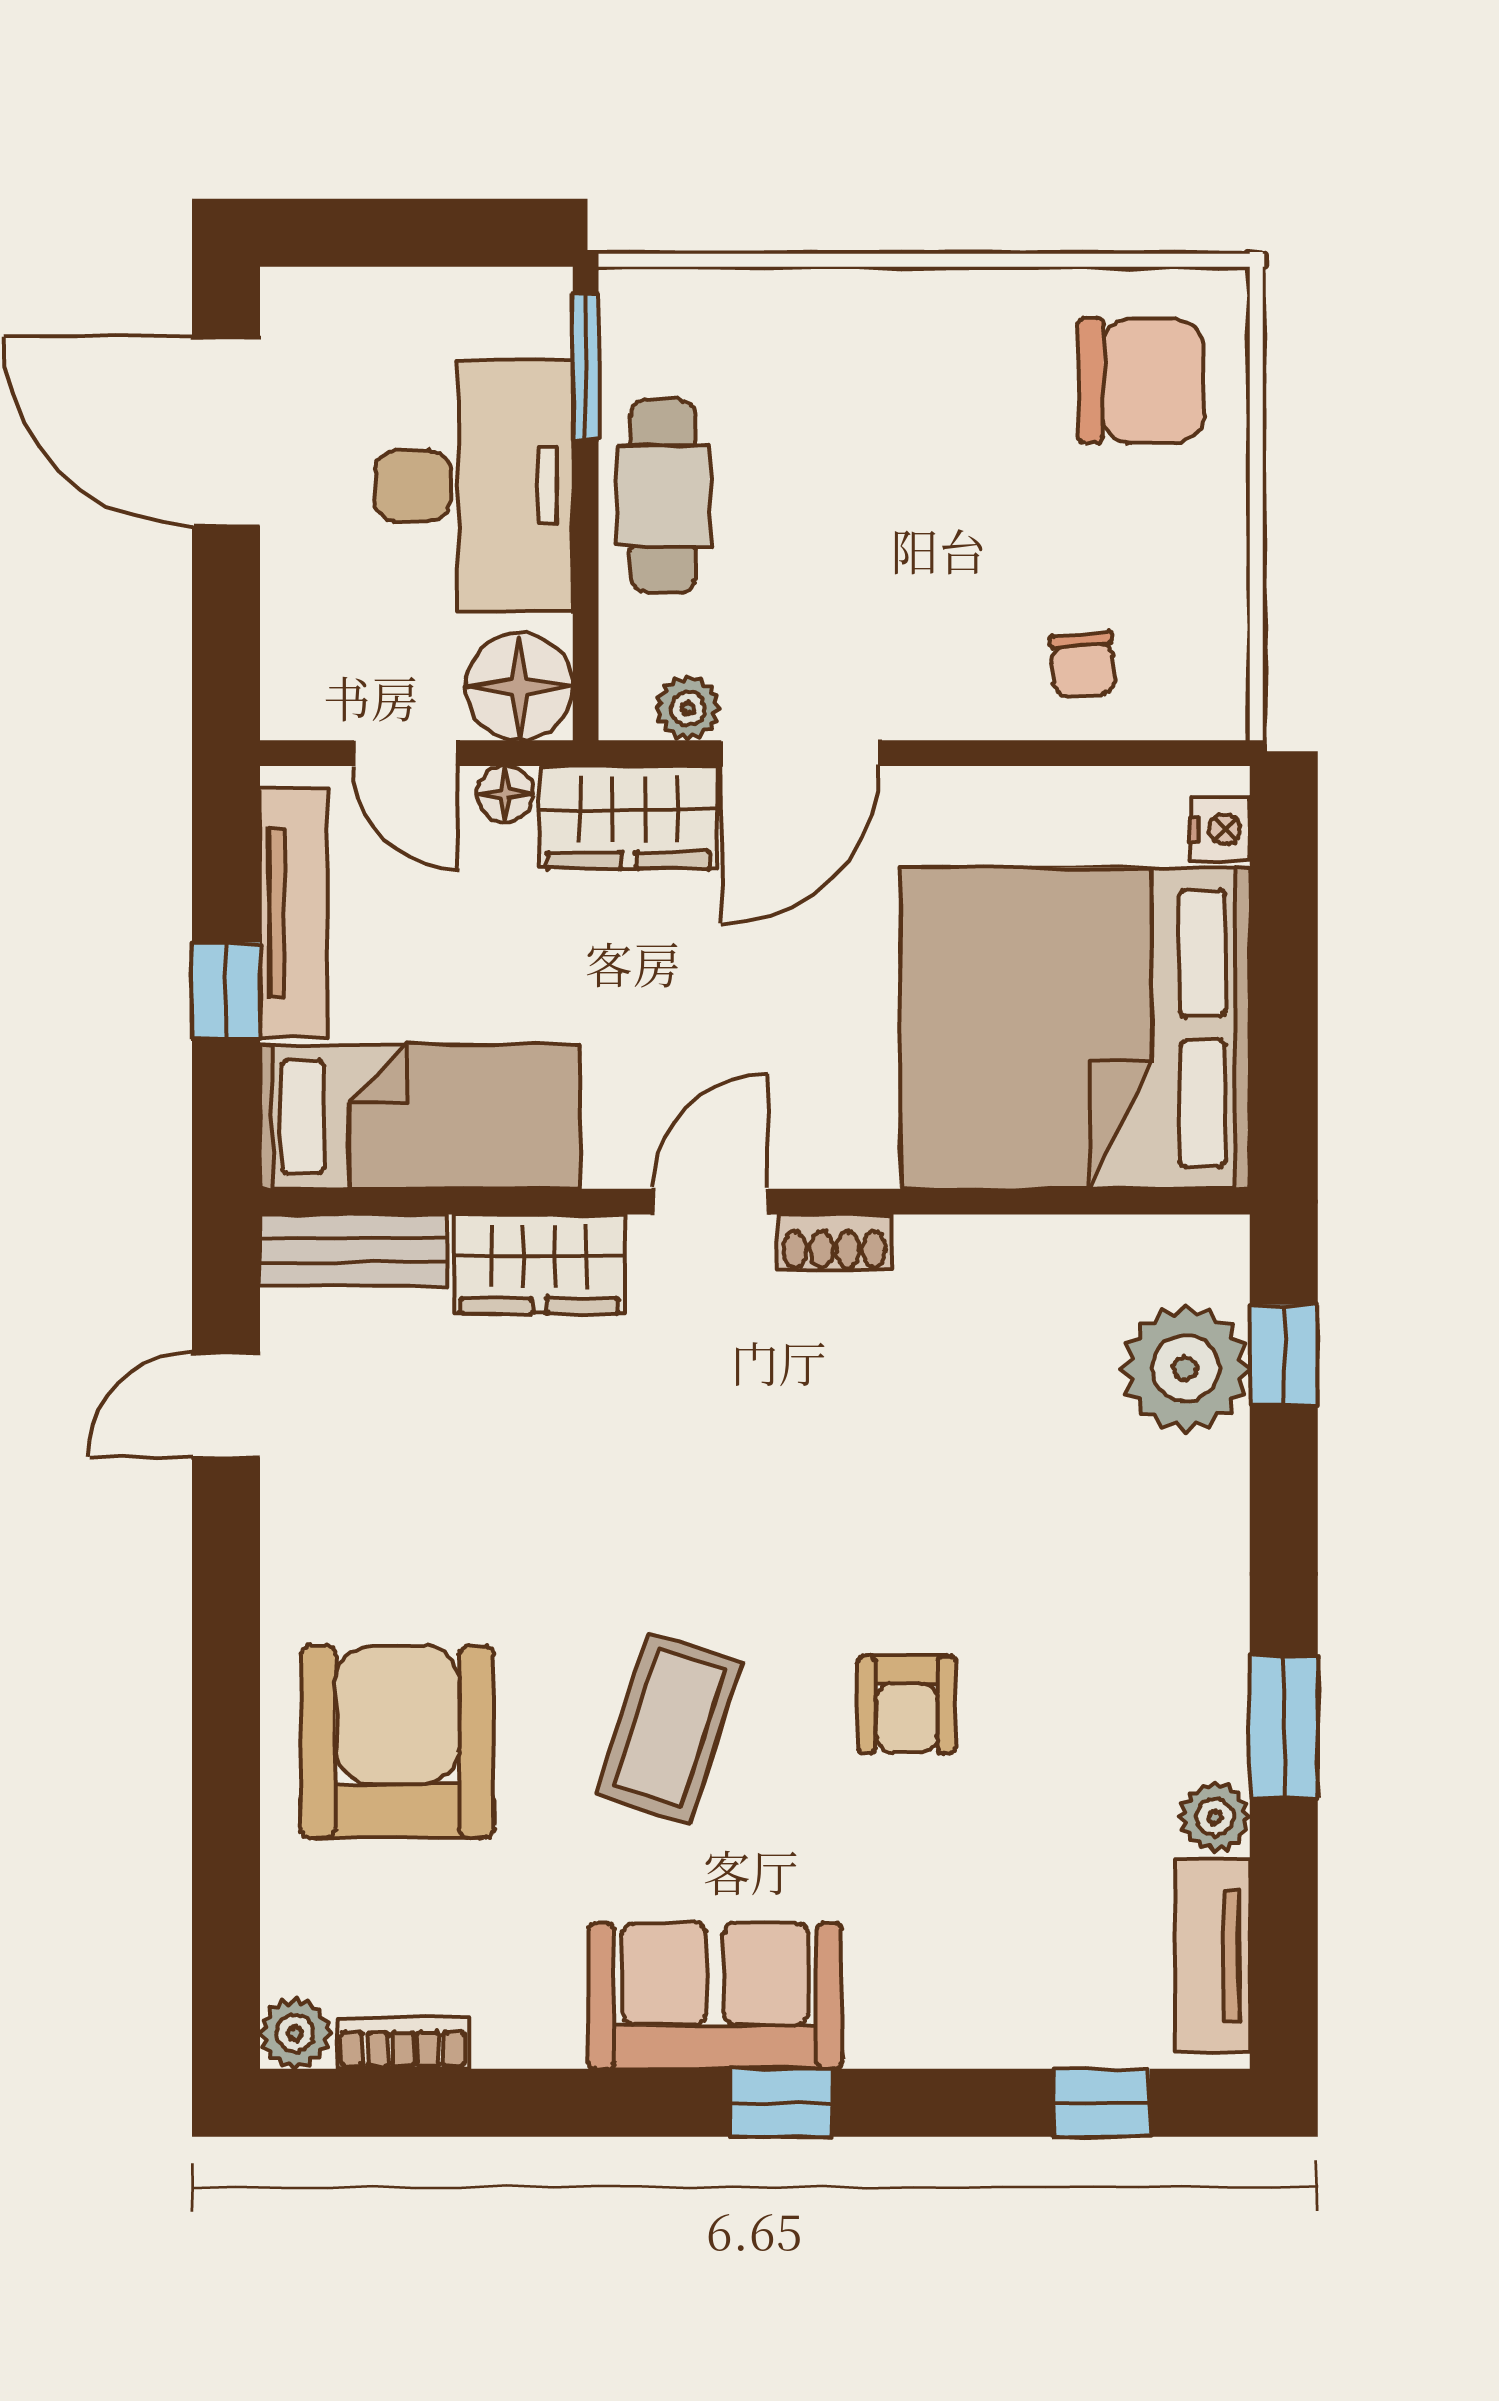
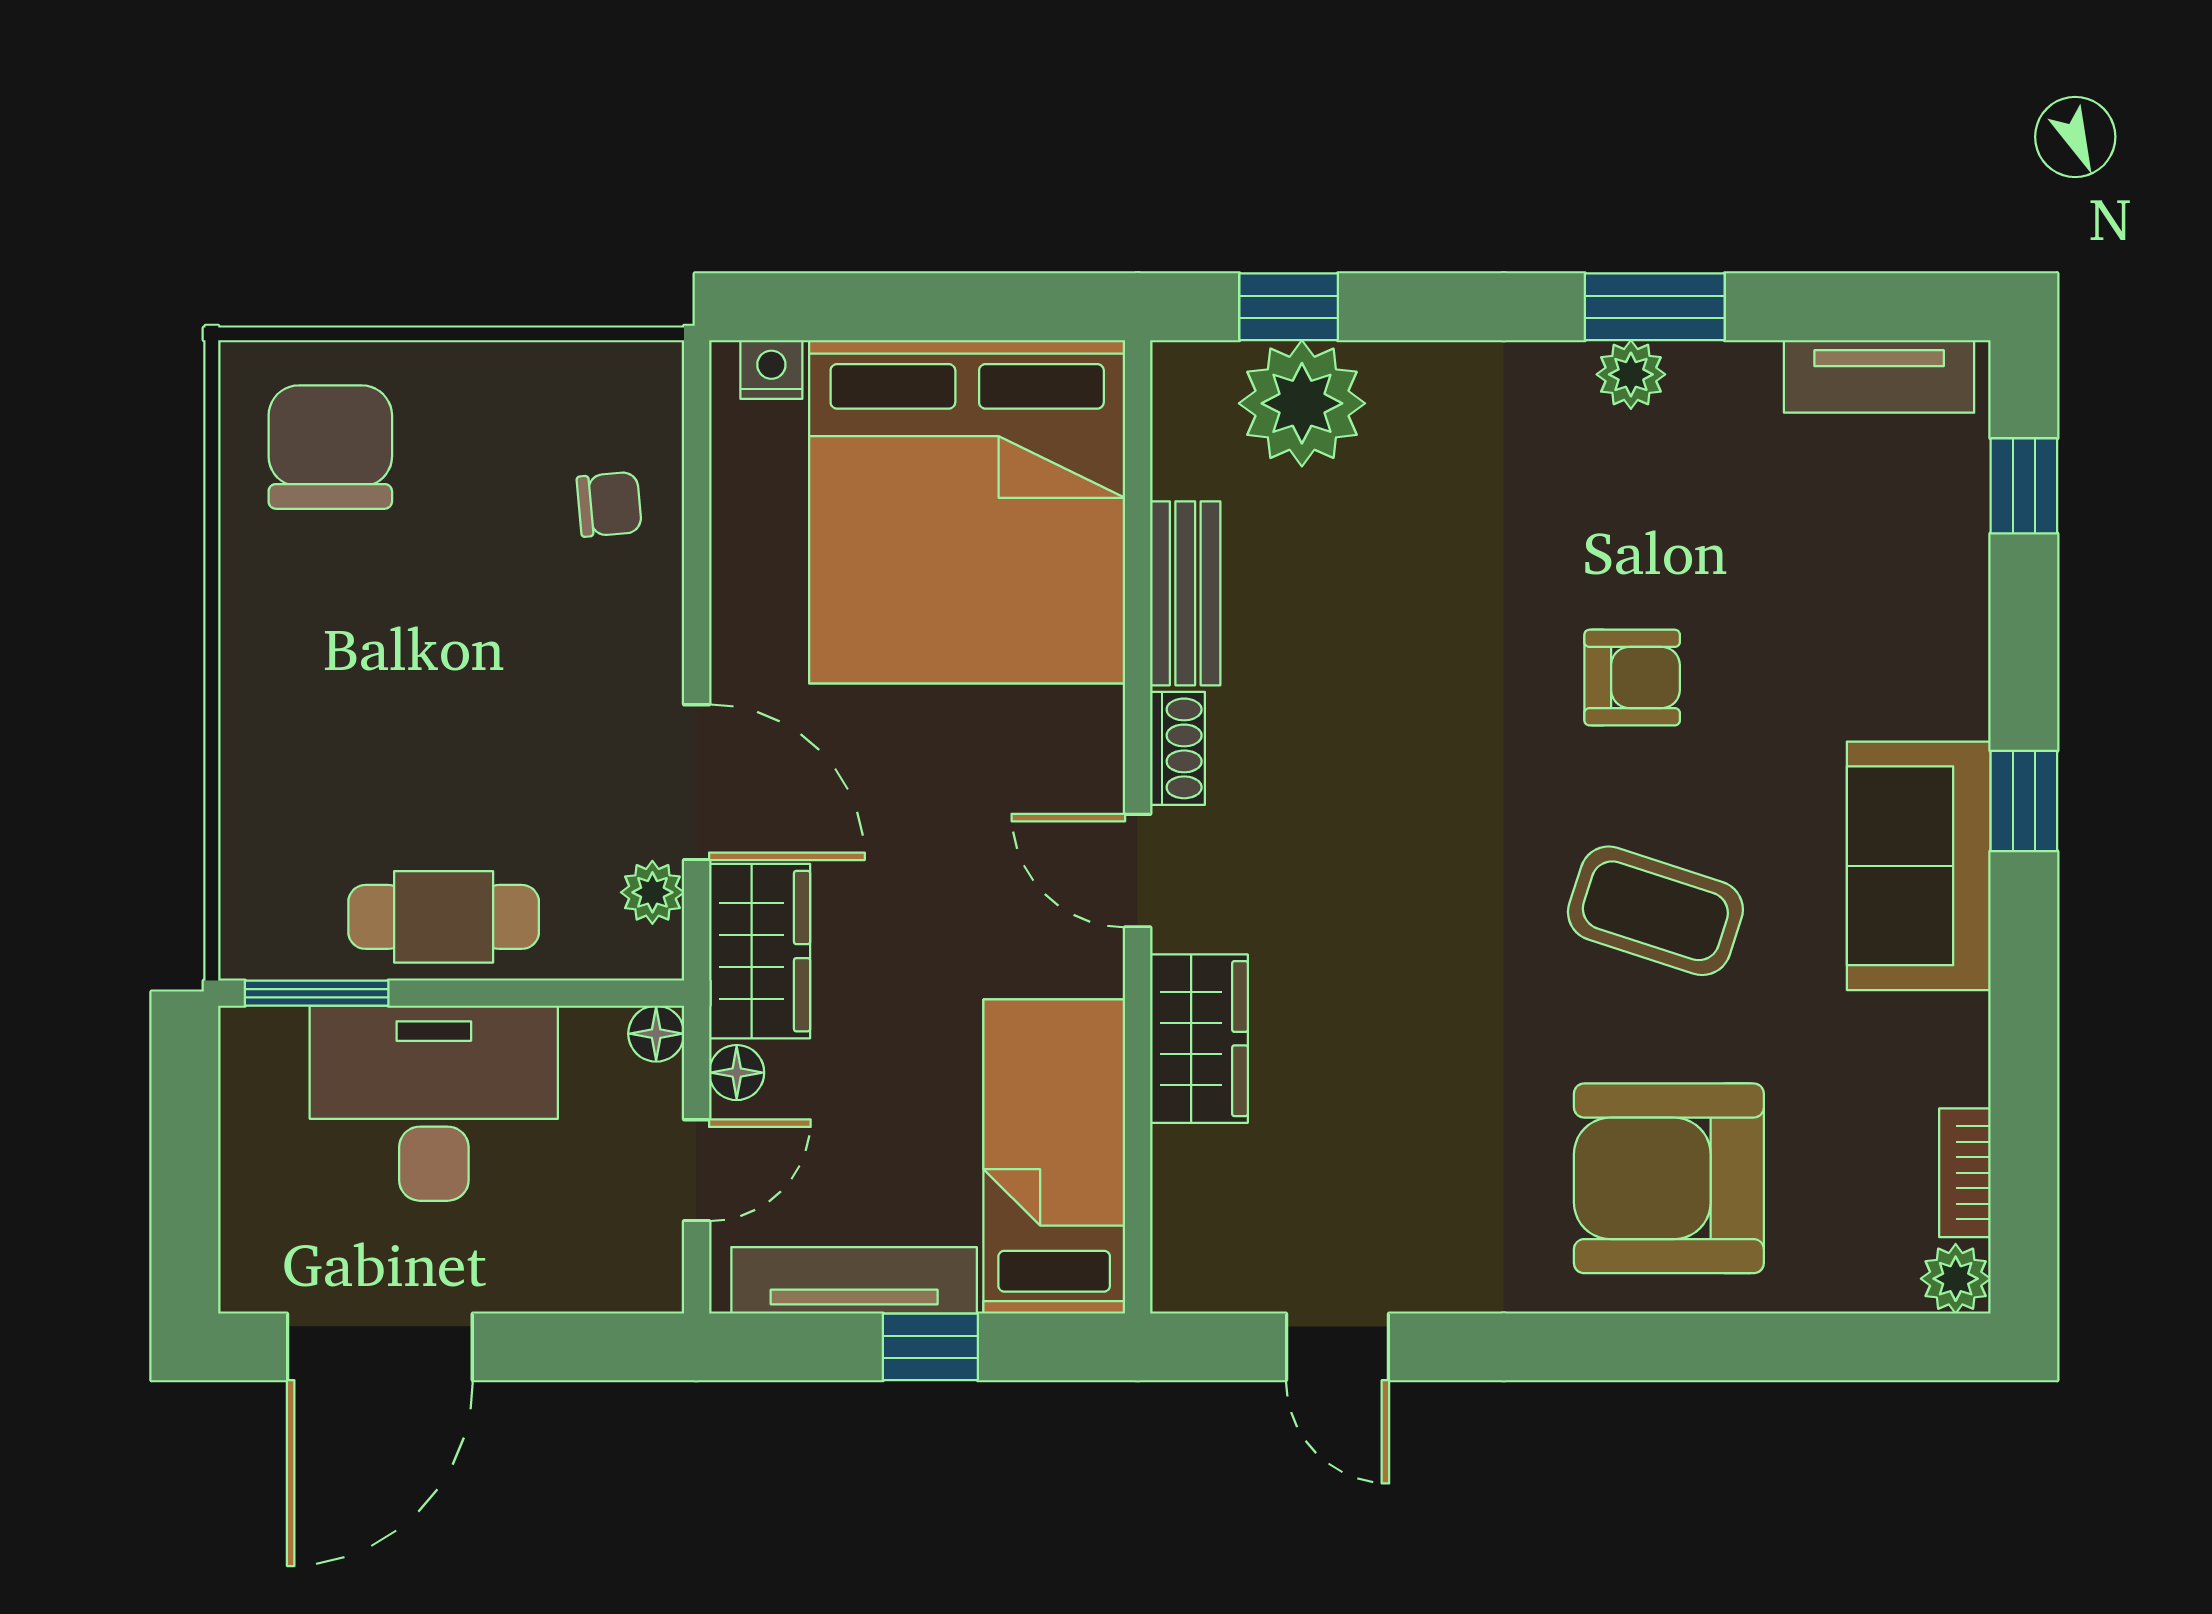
floor lamp: (519, 687) -> (656, 1034), width x0.53, depth x0.53
bench: (353, 1250) -> (1185, 593), moved
plant: (1215, 1817) -> (1631, 374), moved

